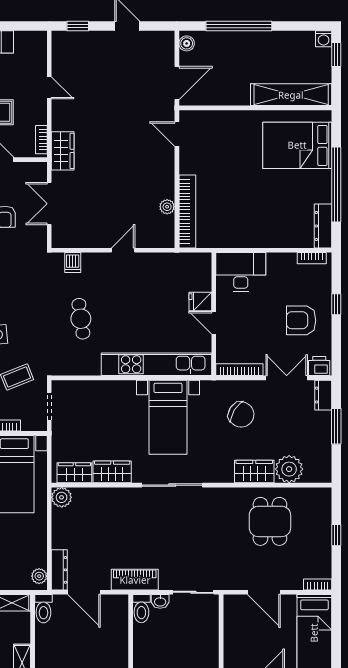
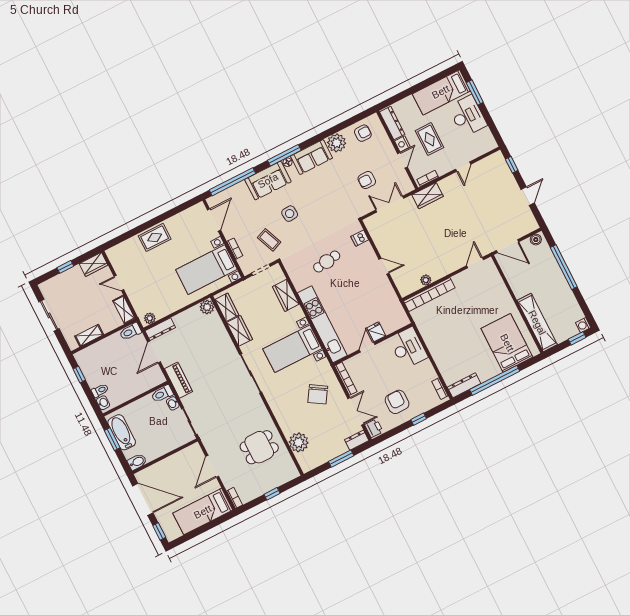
wardrobe: (254, 471) -> (286, 295), moved, turned 180

